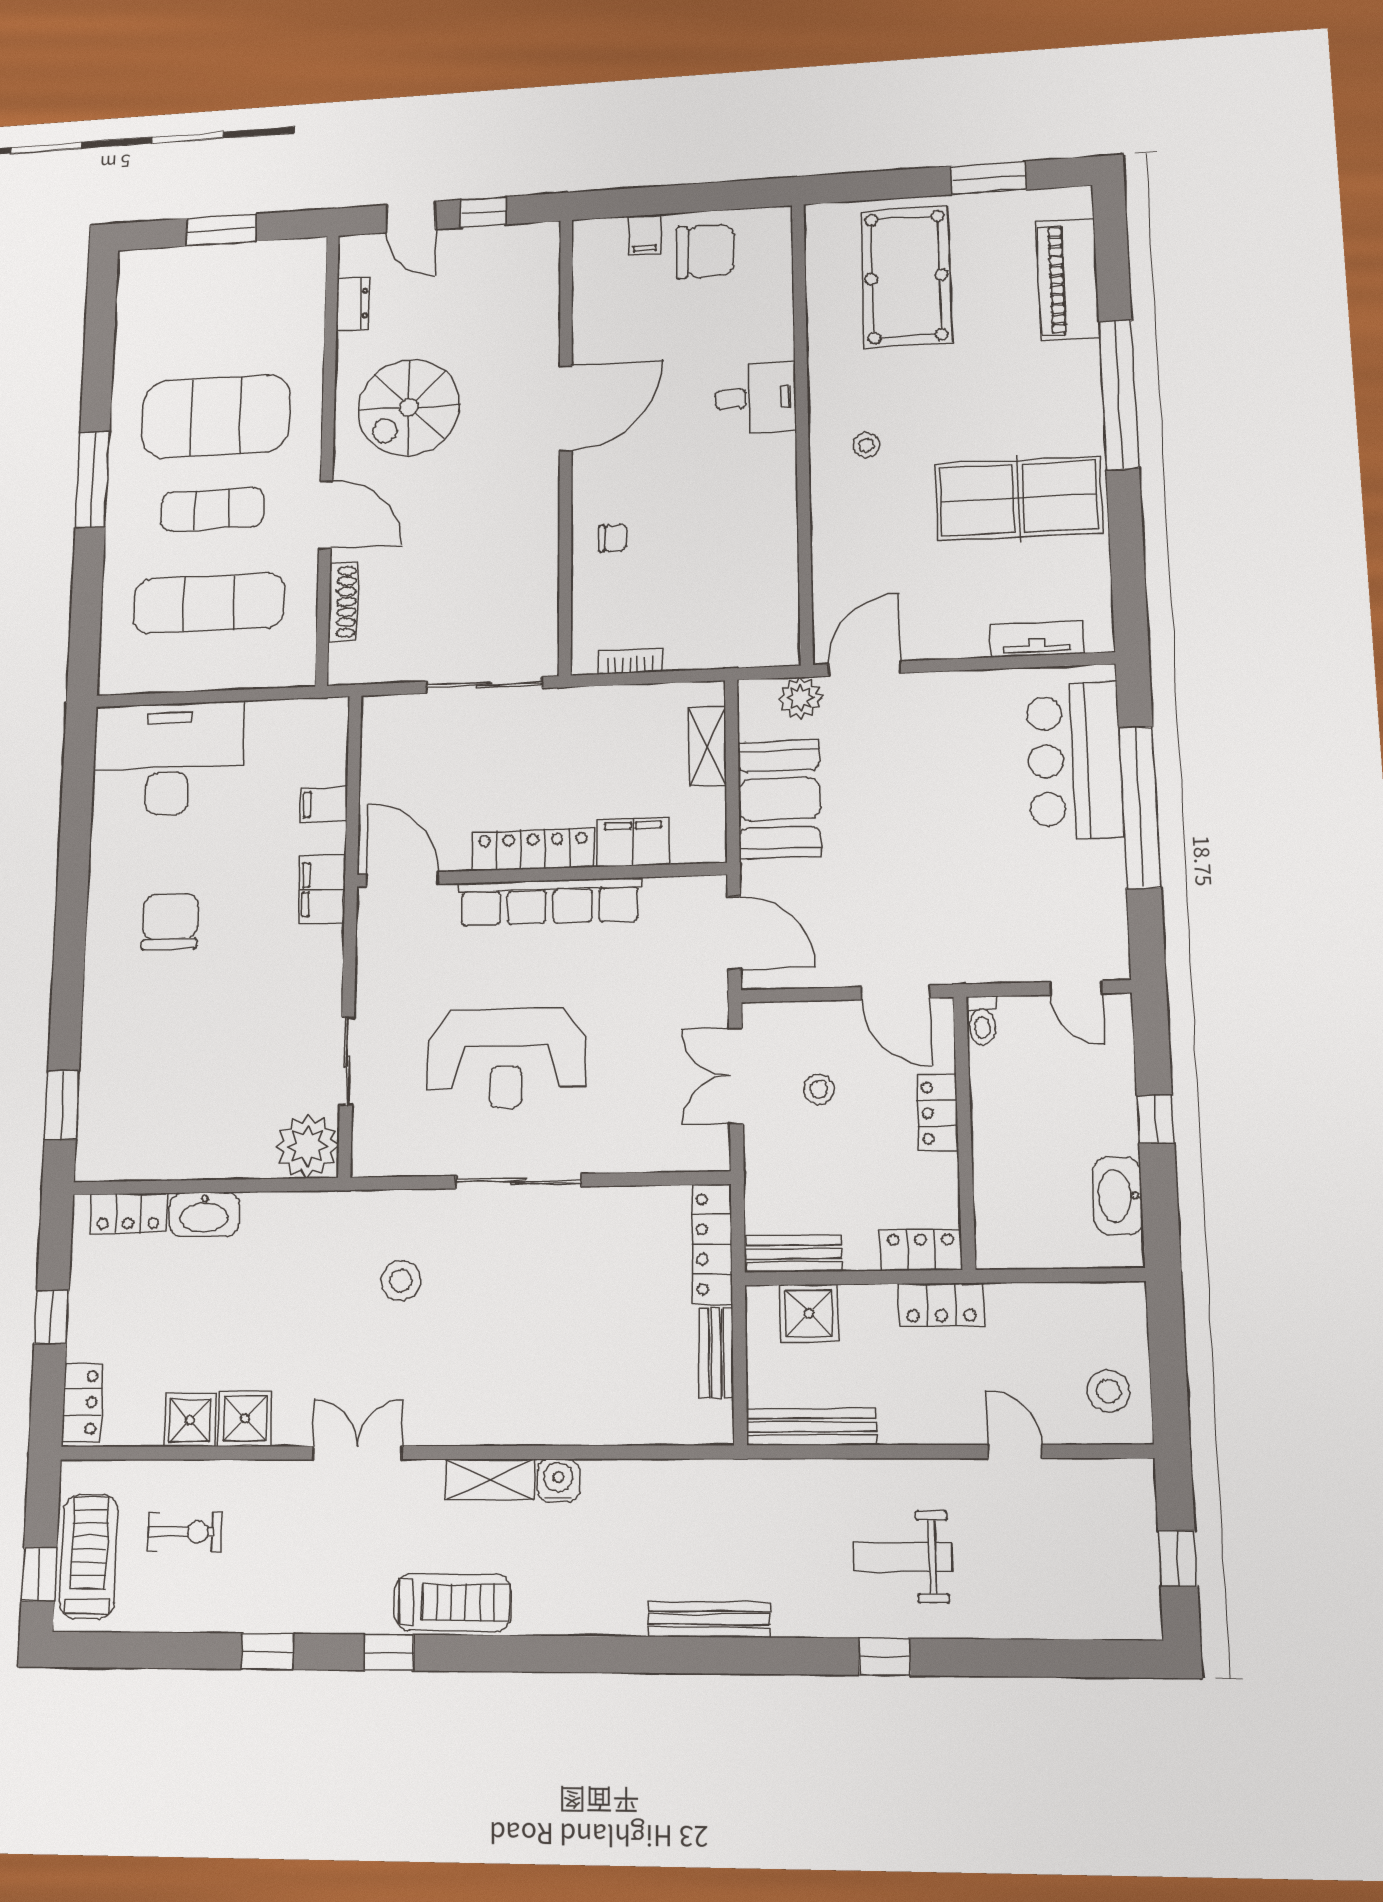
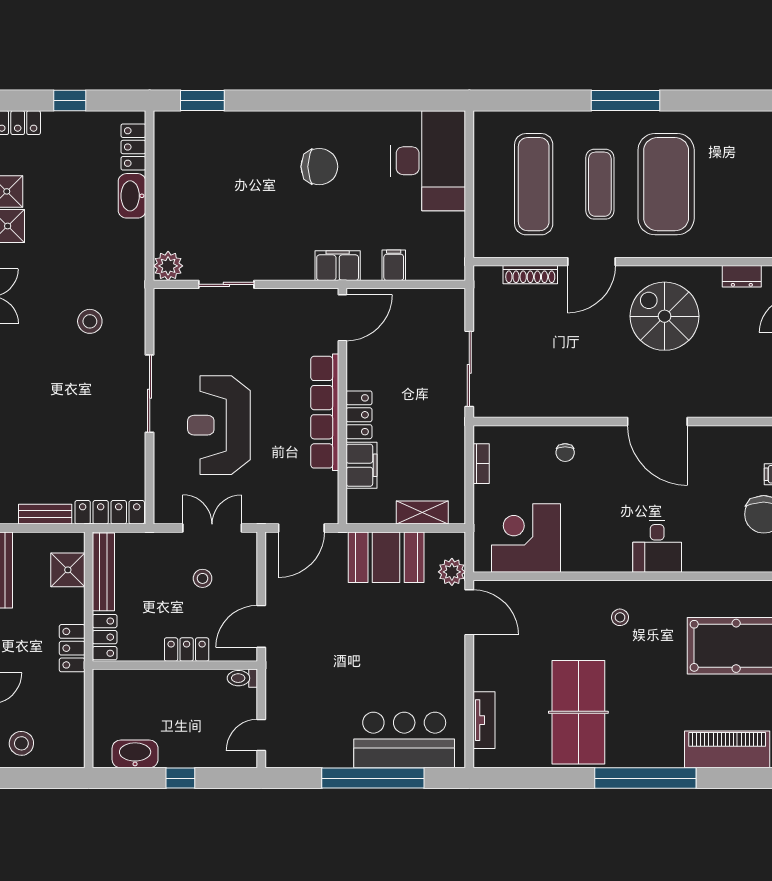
corner desk: (745, 589) -> (526, 538), added
locker: (533, 849) -> (359, 415), width x0.66
reception desk: (506, 1058) -> (219, 425), moved
plant: (307, 1146) -> (168, 266), width x0.73, depth x0.73
bench: (794, 1254) -> (103, 572), width x1.36

